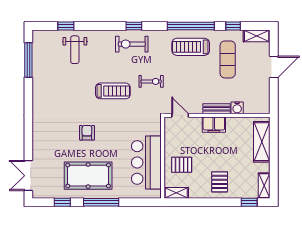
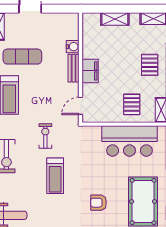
treadmill: (113, 91) -> (55, 176), turned 180
shelving: (262, 142) -> (115, 19), width x0.67, depth x0.75
pallet: (220, 182) -> (150, 65), turned 90

